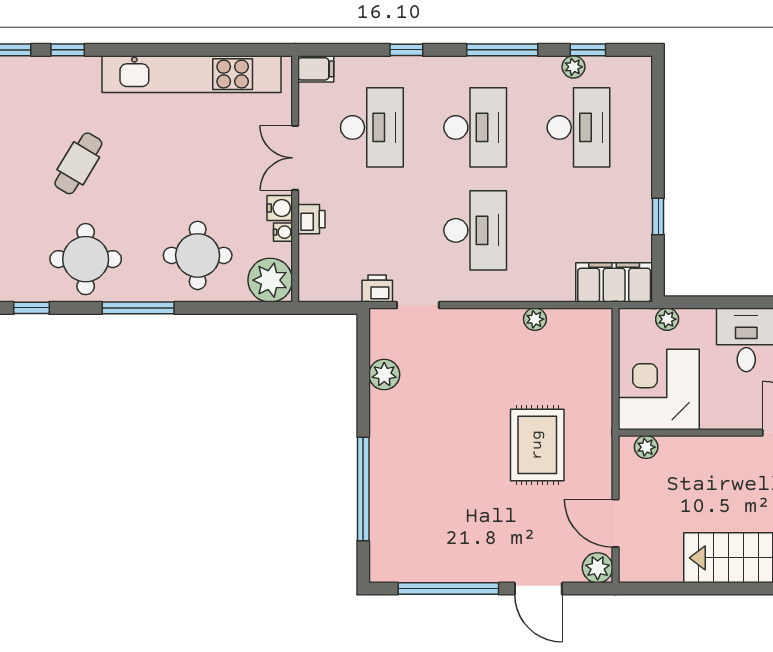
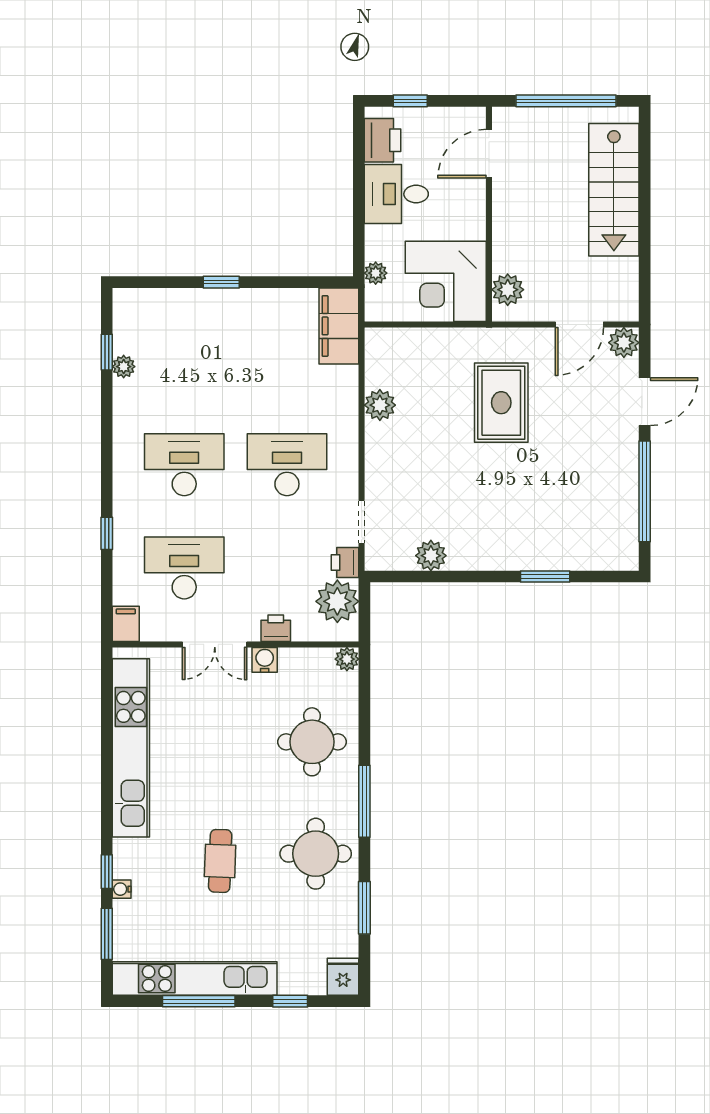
window: (502, 50) -> (107, 438), removed
desk: (579, 127) -> (184, 361), removed
cafe table: (78, 163) -> (220, 861), turned 61
window: (658, 216) -> (221, 282), moved
water cooler: (283, 232) -> (122, 889), moved, turned -90
plant: (270, 280) -> (347, 659), width x0.53, depth x0.53
plant: (338, 281) -> (337, 601), added
window: (31, 308) -> (364, 908), width x1.50
plant: (535, 319) -> (380, 405), width x1.38, depth x1.38
rug: (537, 445) -> (501, 403), turned 90
plant: (646, 447) -> (508, 290), width x1.38, depth x1.38
window: (363, 489) -> (545, 577), width x0.47

